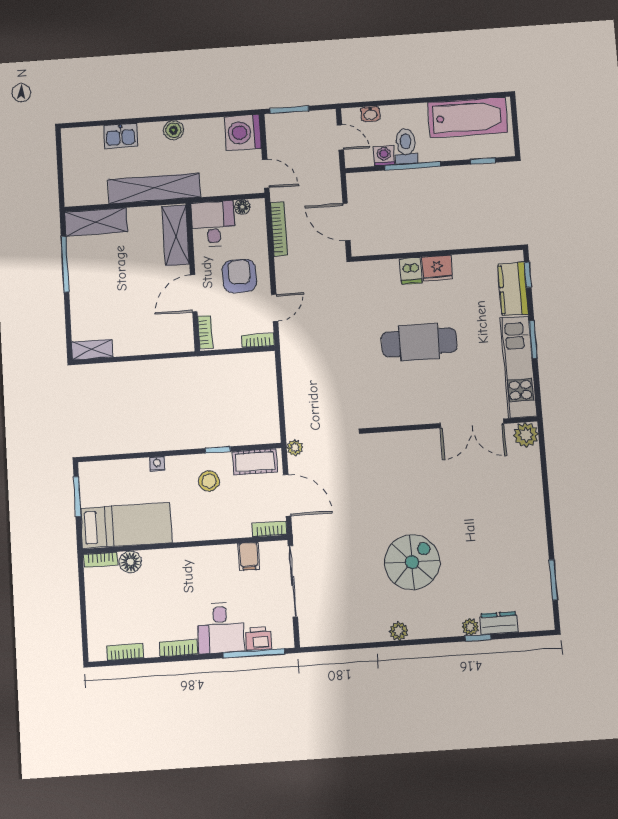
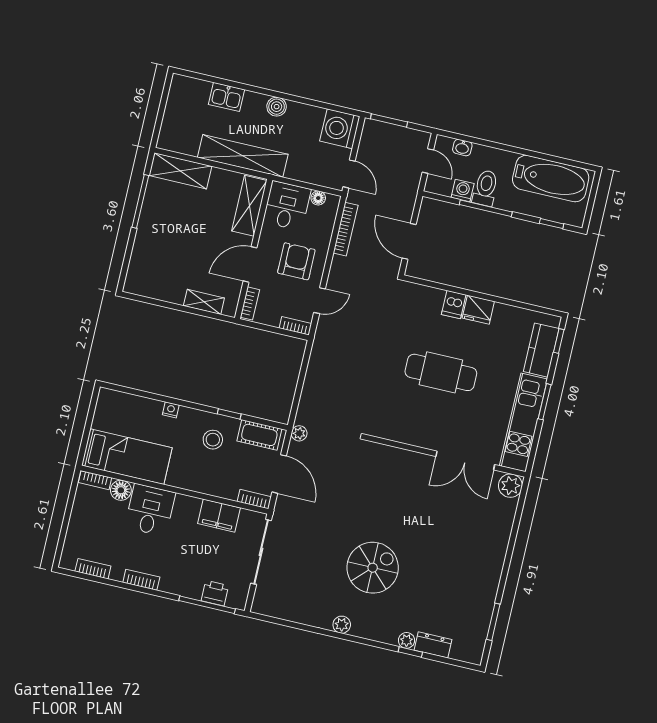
shelving: (92, 349) -> (204, 302), moved
window: (77, 496) -> (90, 417), removed
filing cabinet: (249, 556) -> (219, 516), width x2.00
desk: (220, 628) -> (150, 510), moved, turned 180

